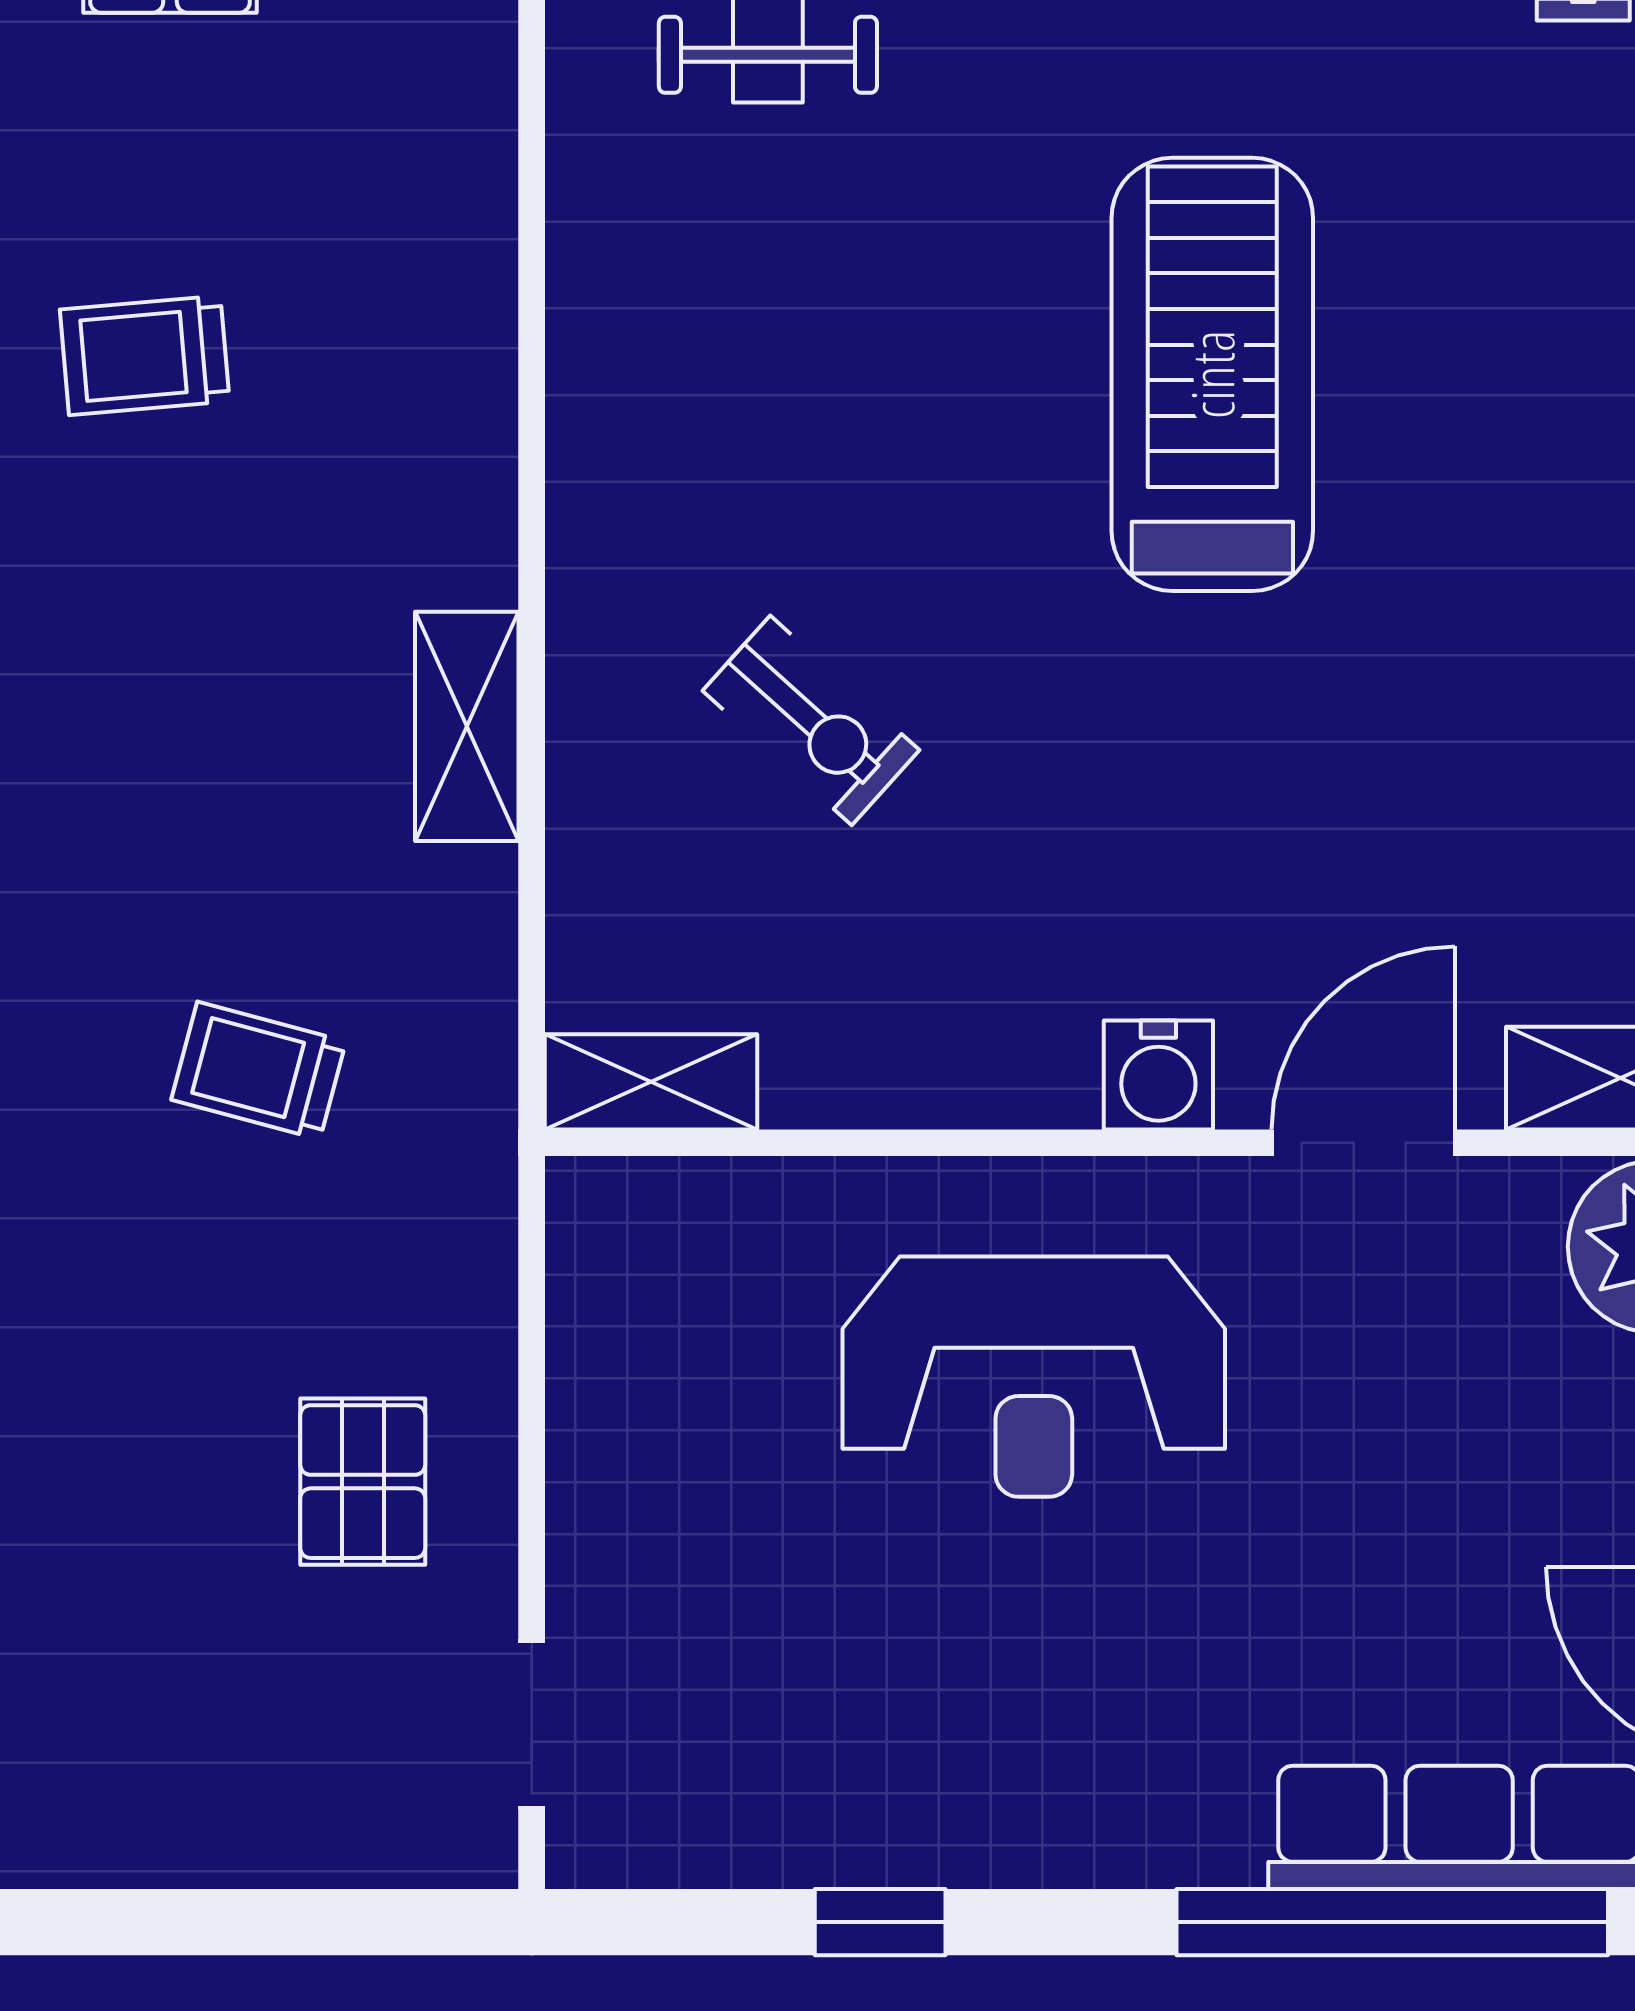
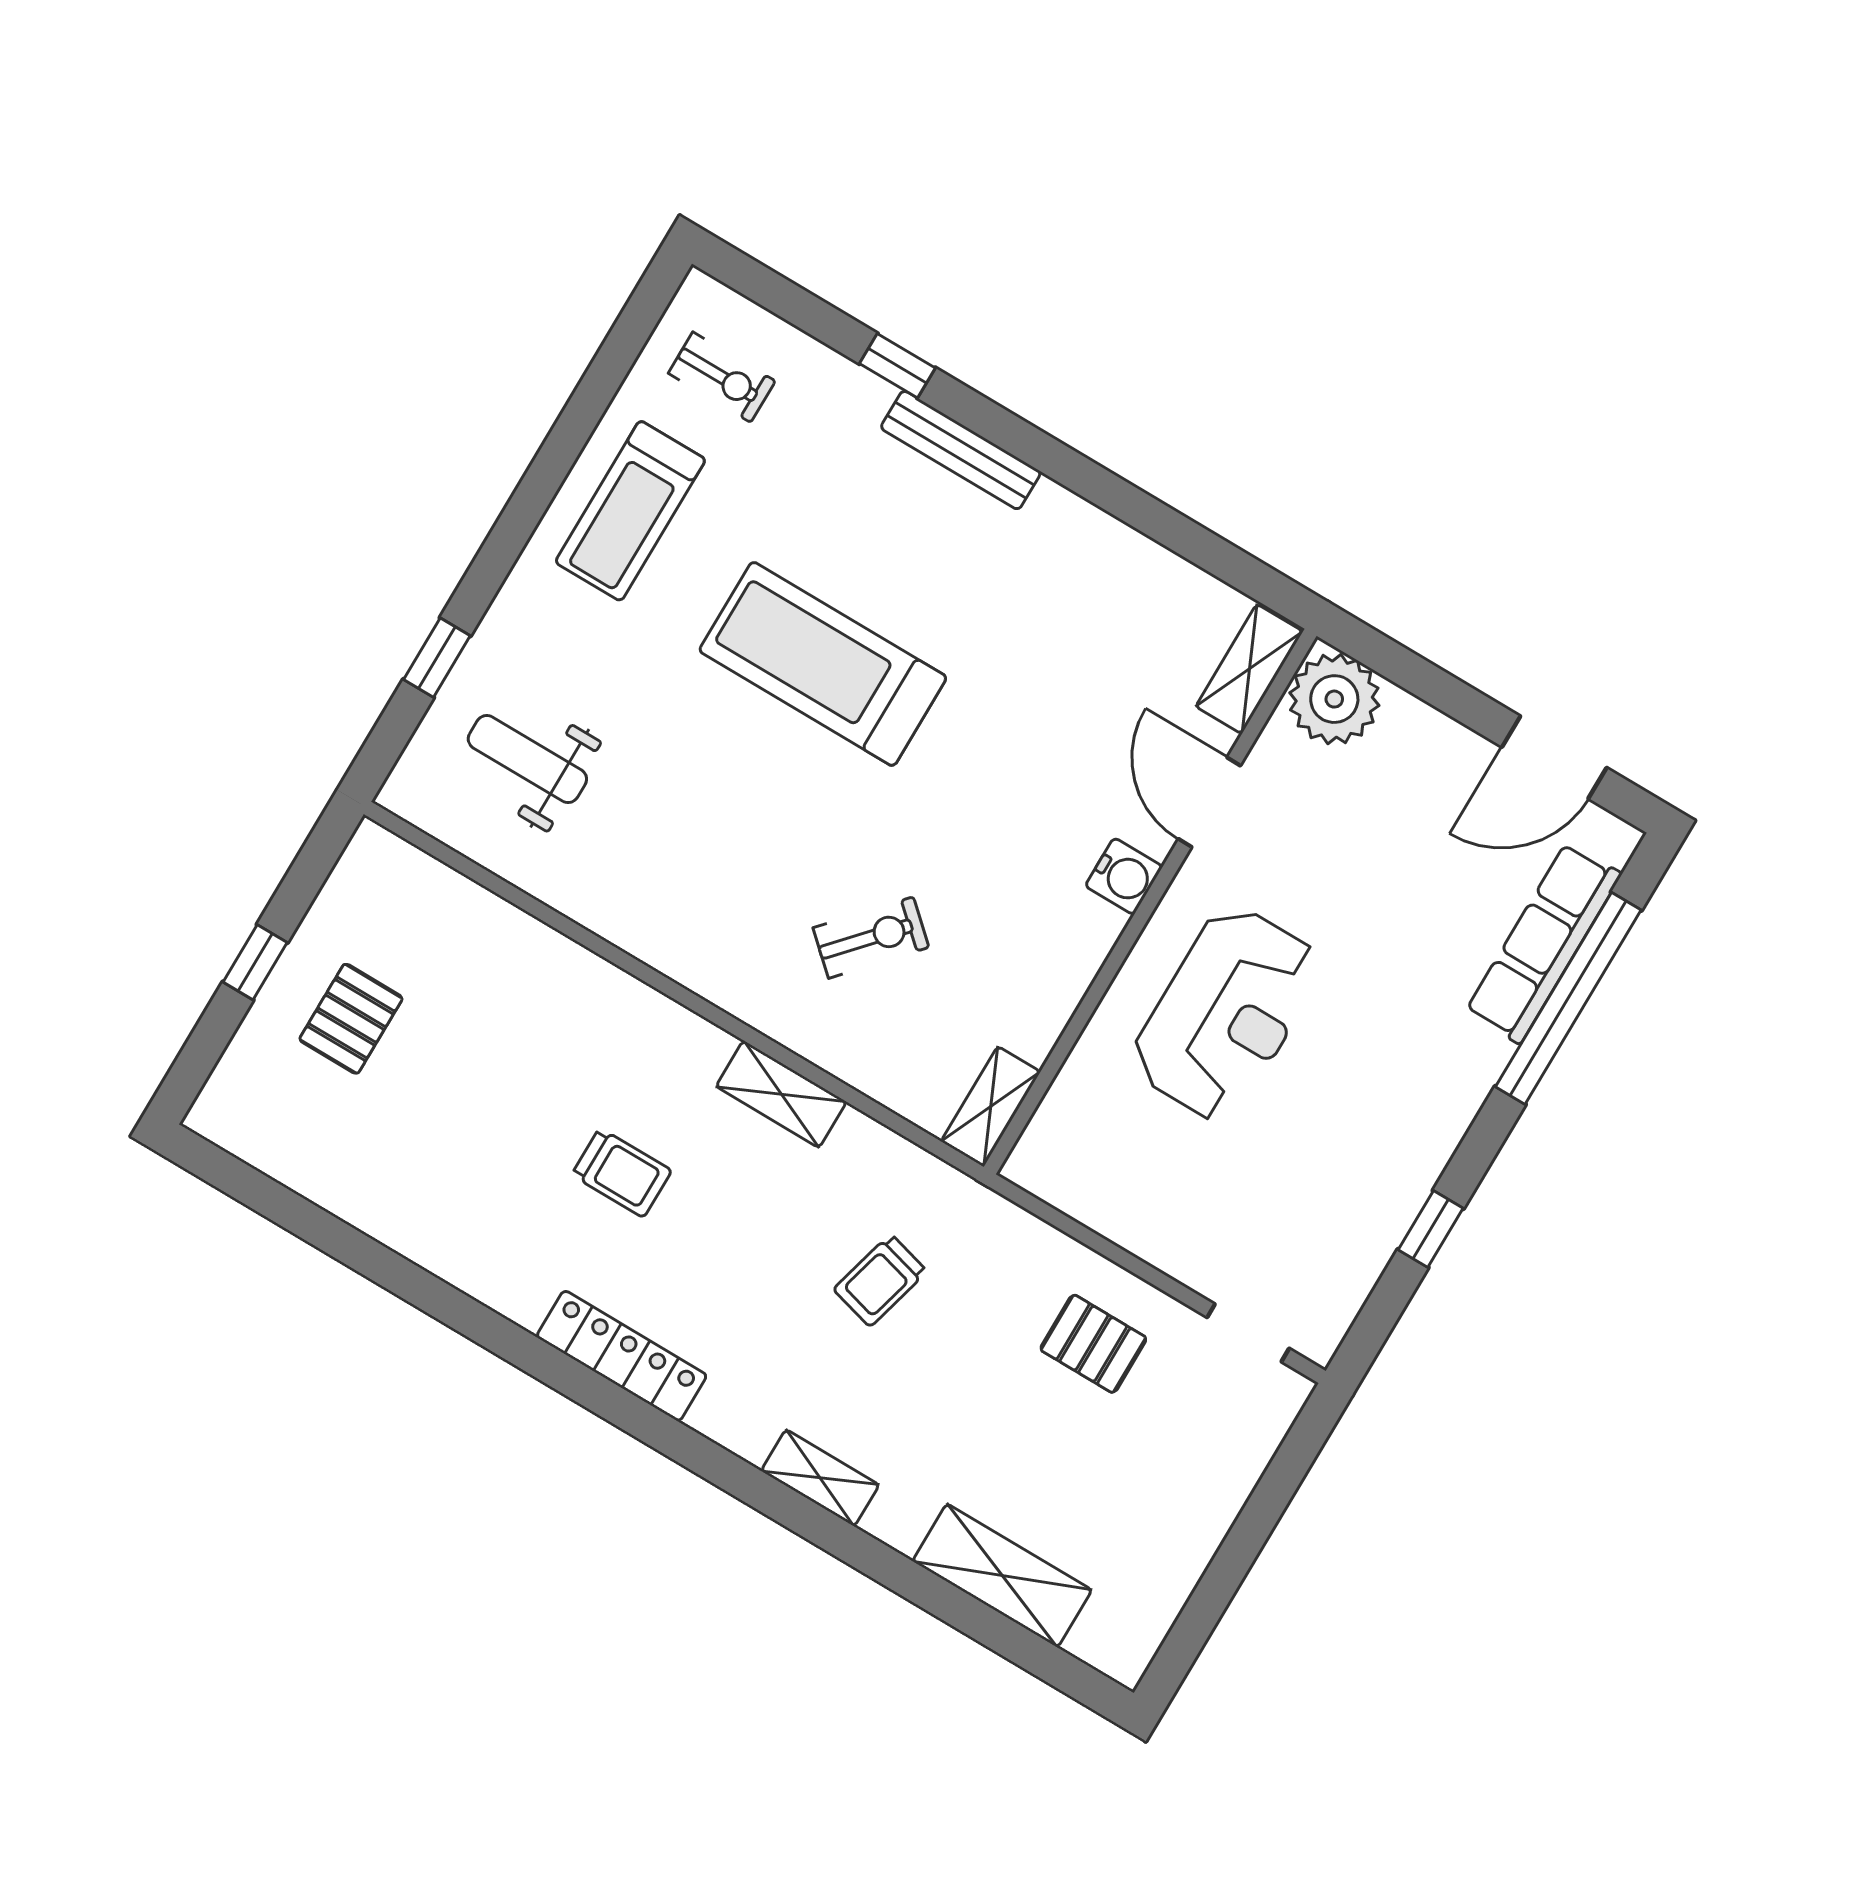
trolley: (145, 355) -> (622, 1173), moved, turned -85

